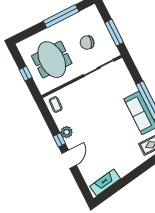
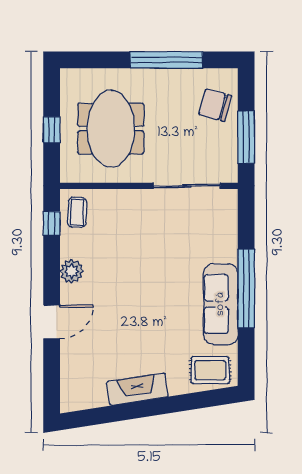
chair: (87, 43) -> (215, 105), moved
window: (59, 140) -> (52, 223), moved
fireplace: (105, 183) -> (138, 389), moved

